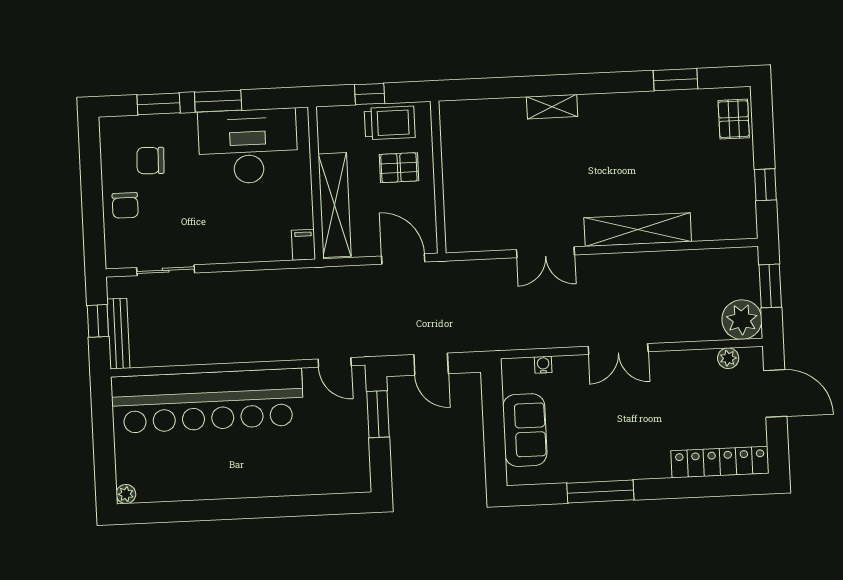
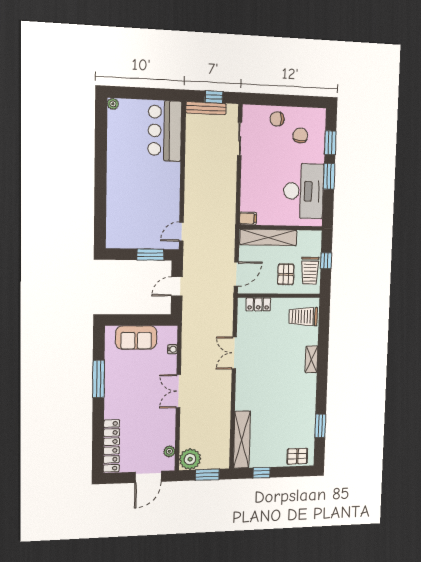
trolley: (474, 129) -> (303, 317), added
locker: (456, 215) -> (258, 304), added
shelving: (638, 230) -> (242, 440), moved
bar counter: (207, 401) -> (165, 131), width x0.54

